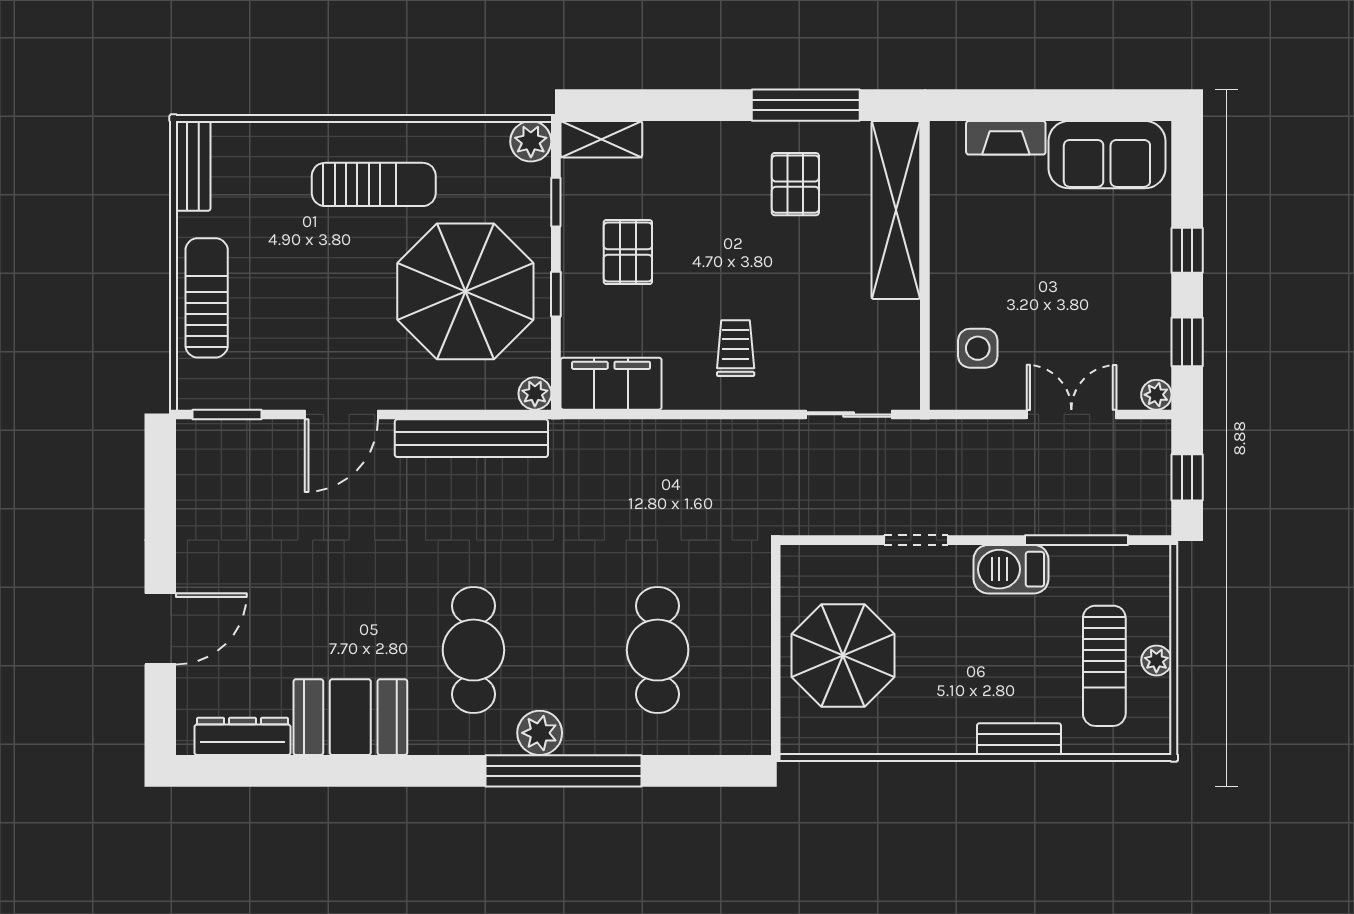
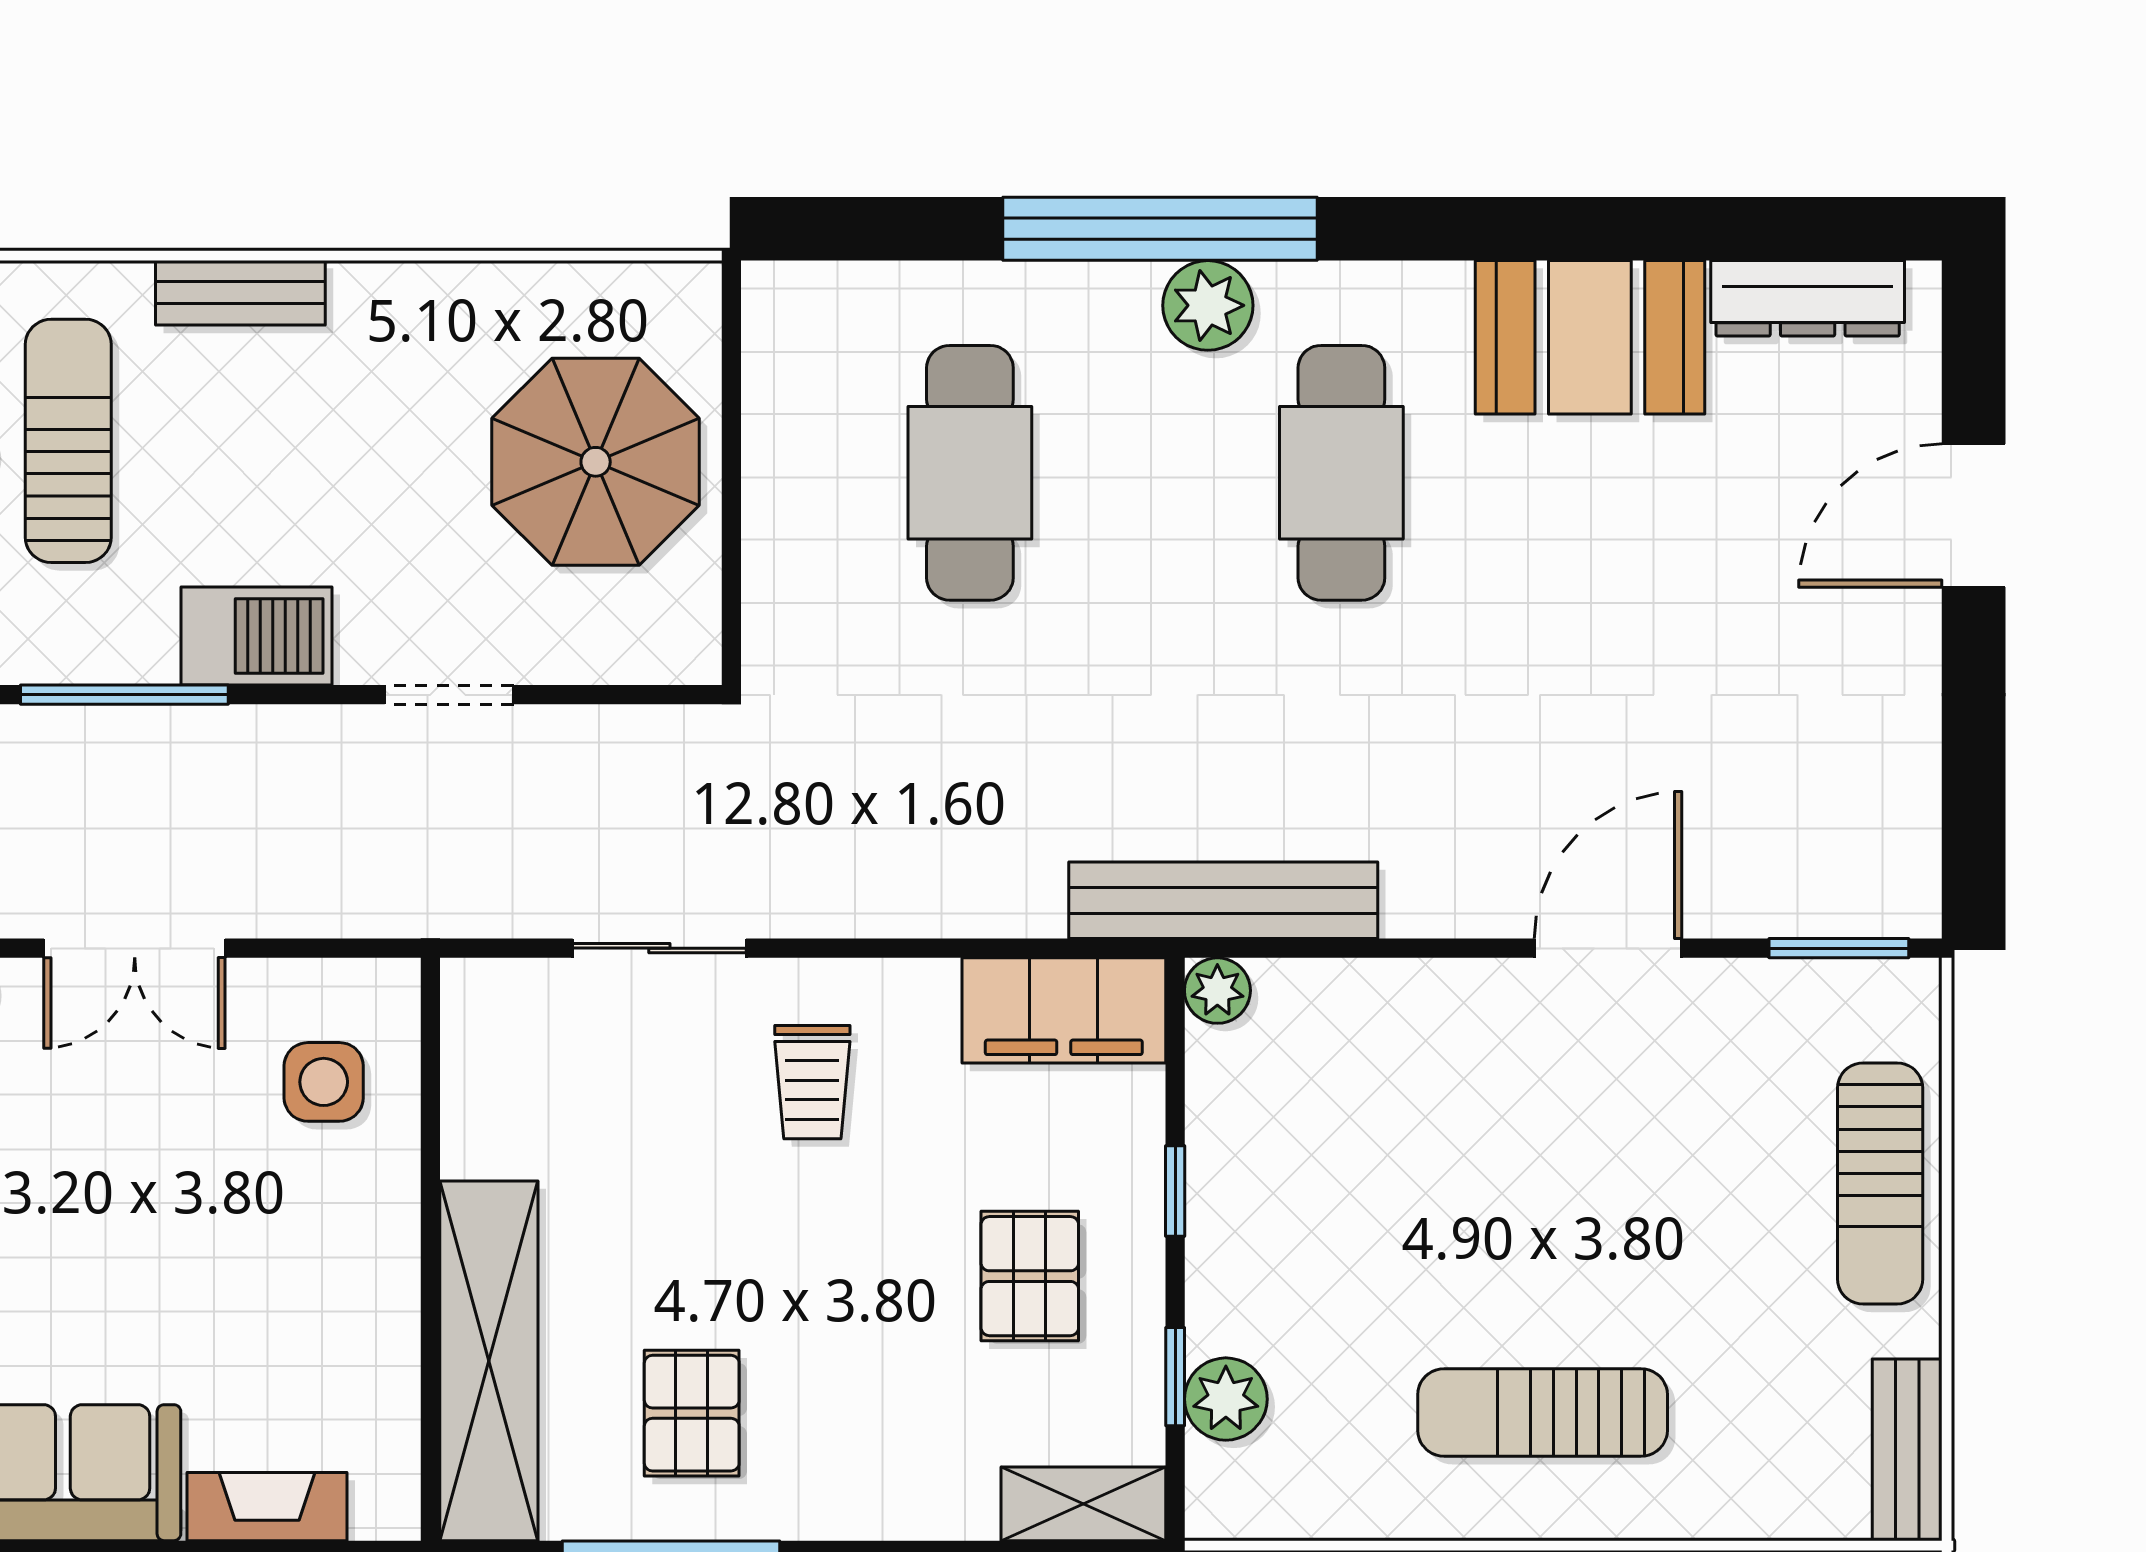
plant: (531, 141) -> (1226, 1399), moved
parasol: (465, 291) -> (1358, 1197), removed
sliding door: (849, 414) -> (659, 948), moved
bench: (471, 438) -> (1223, 900), moved

